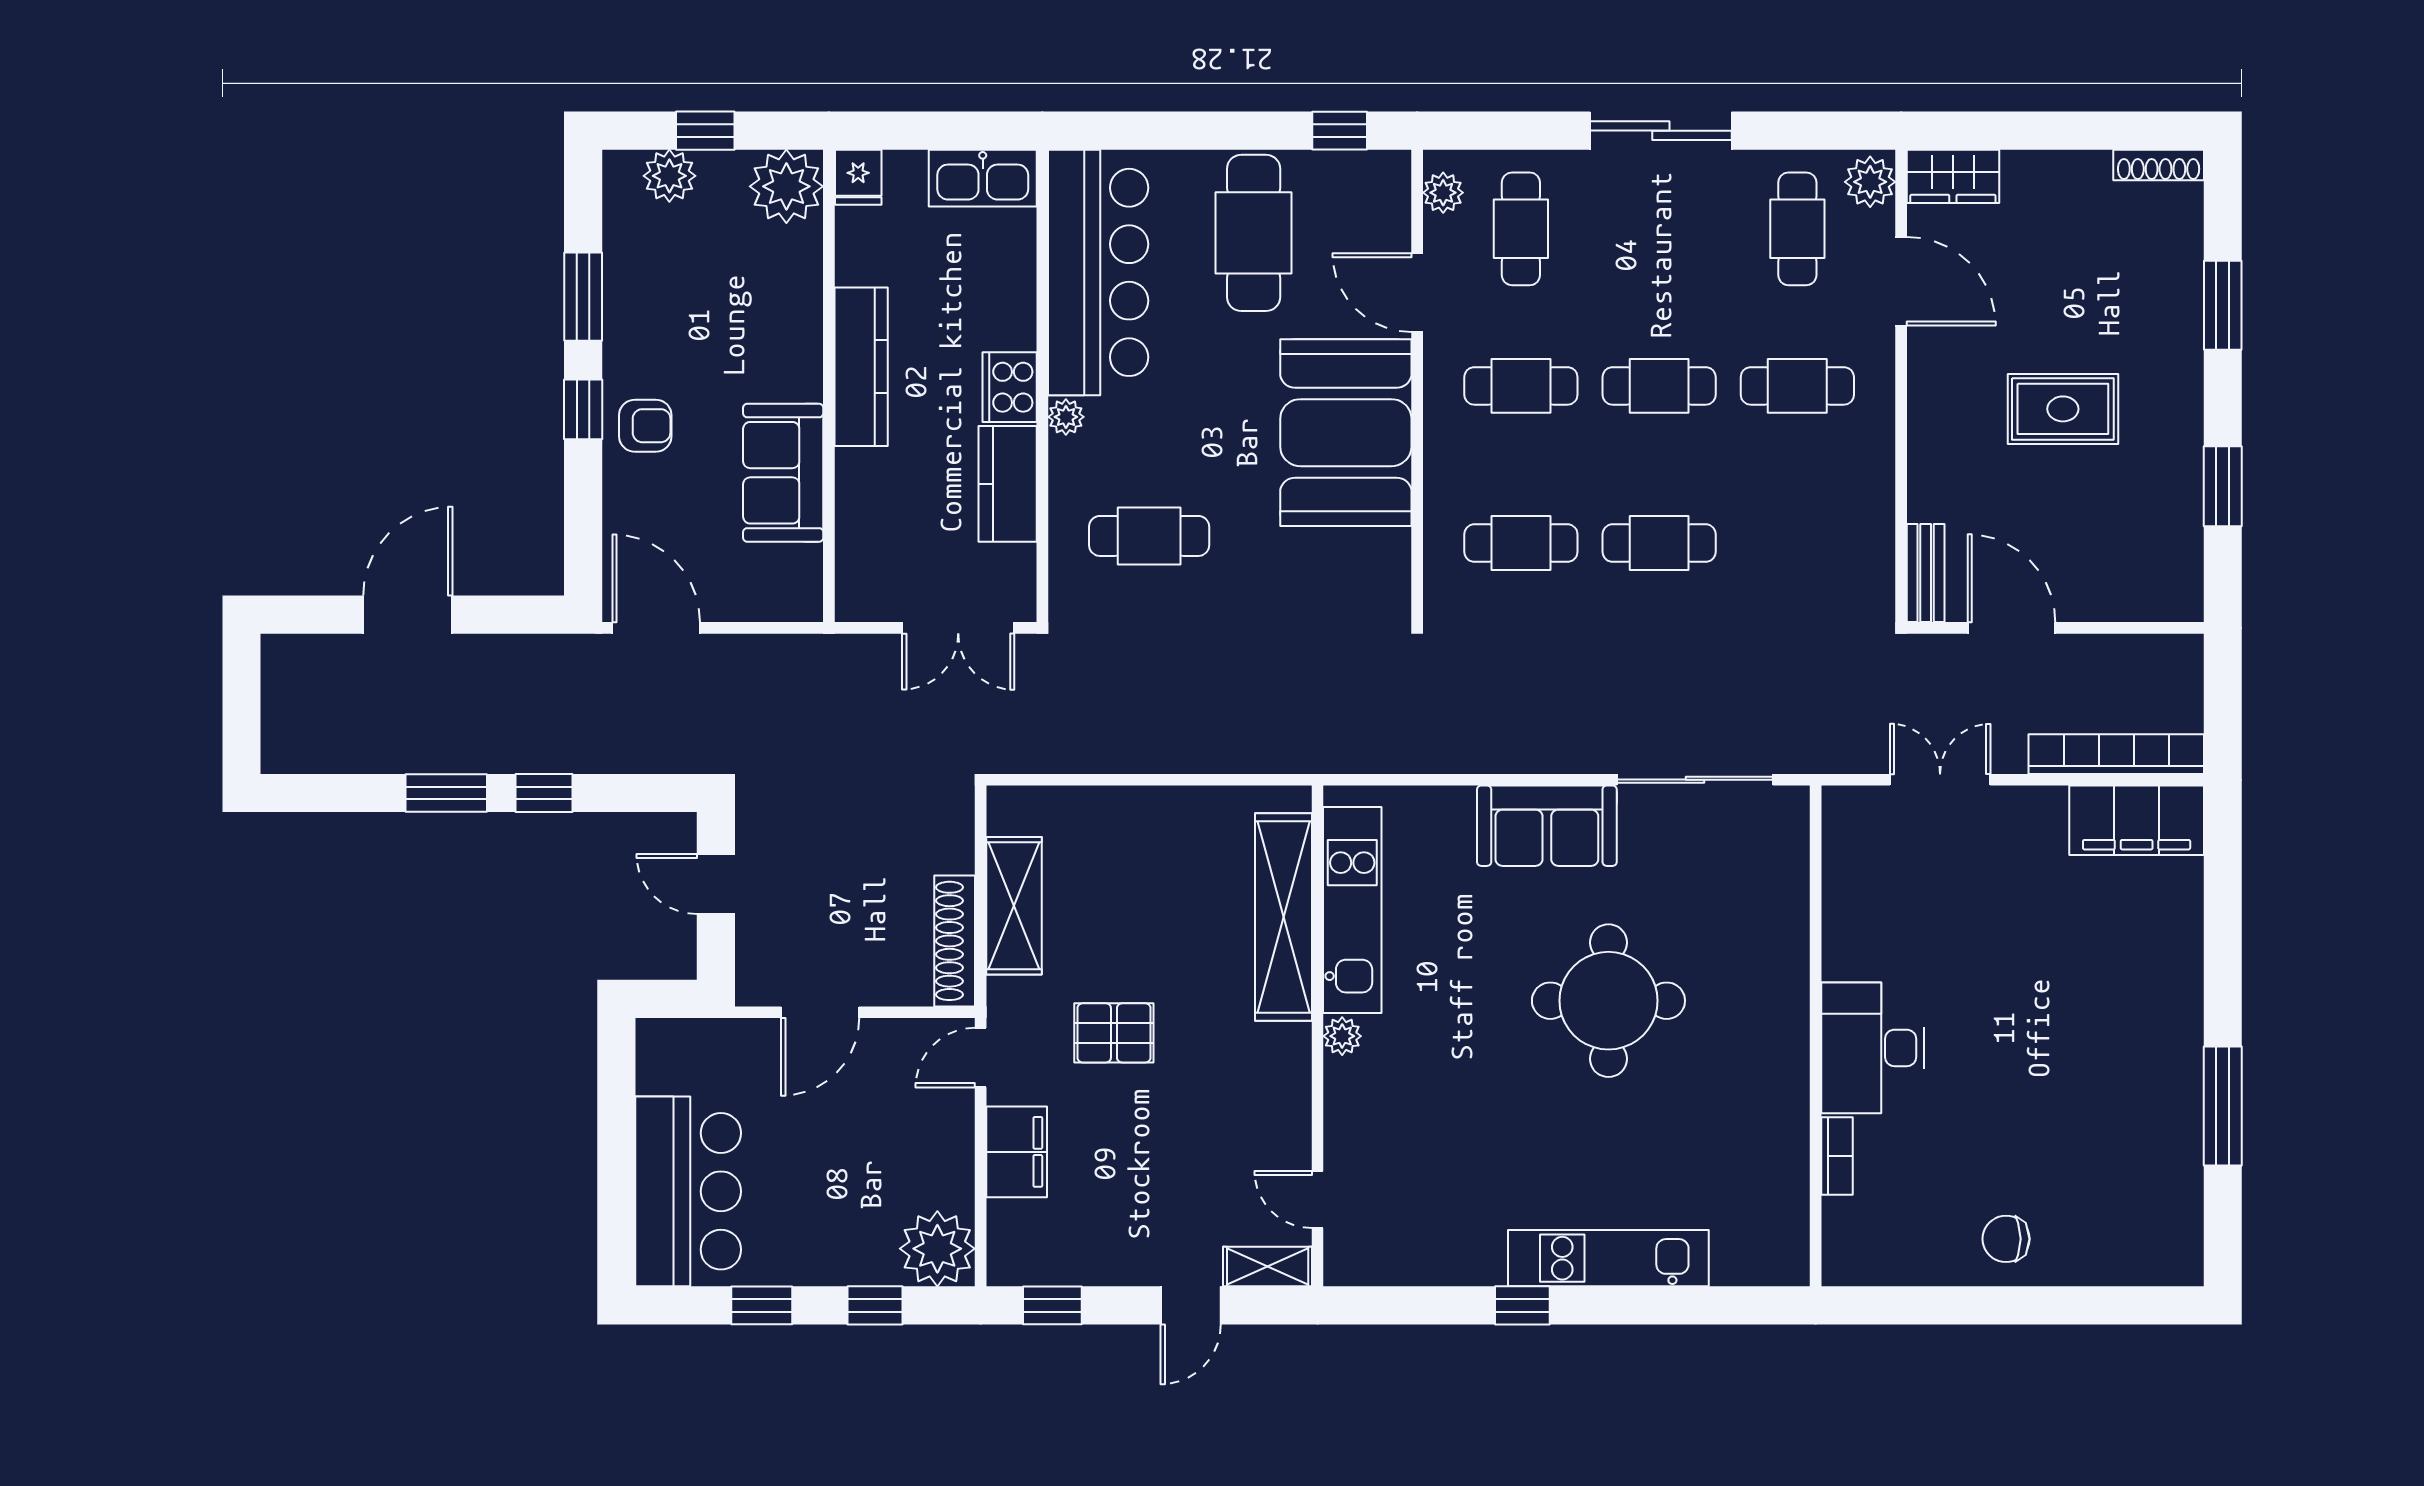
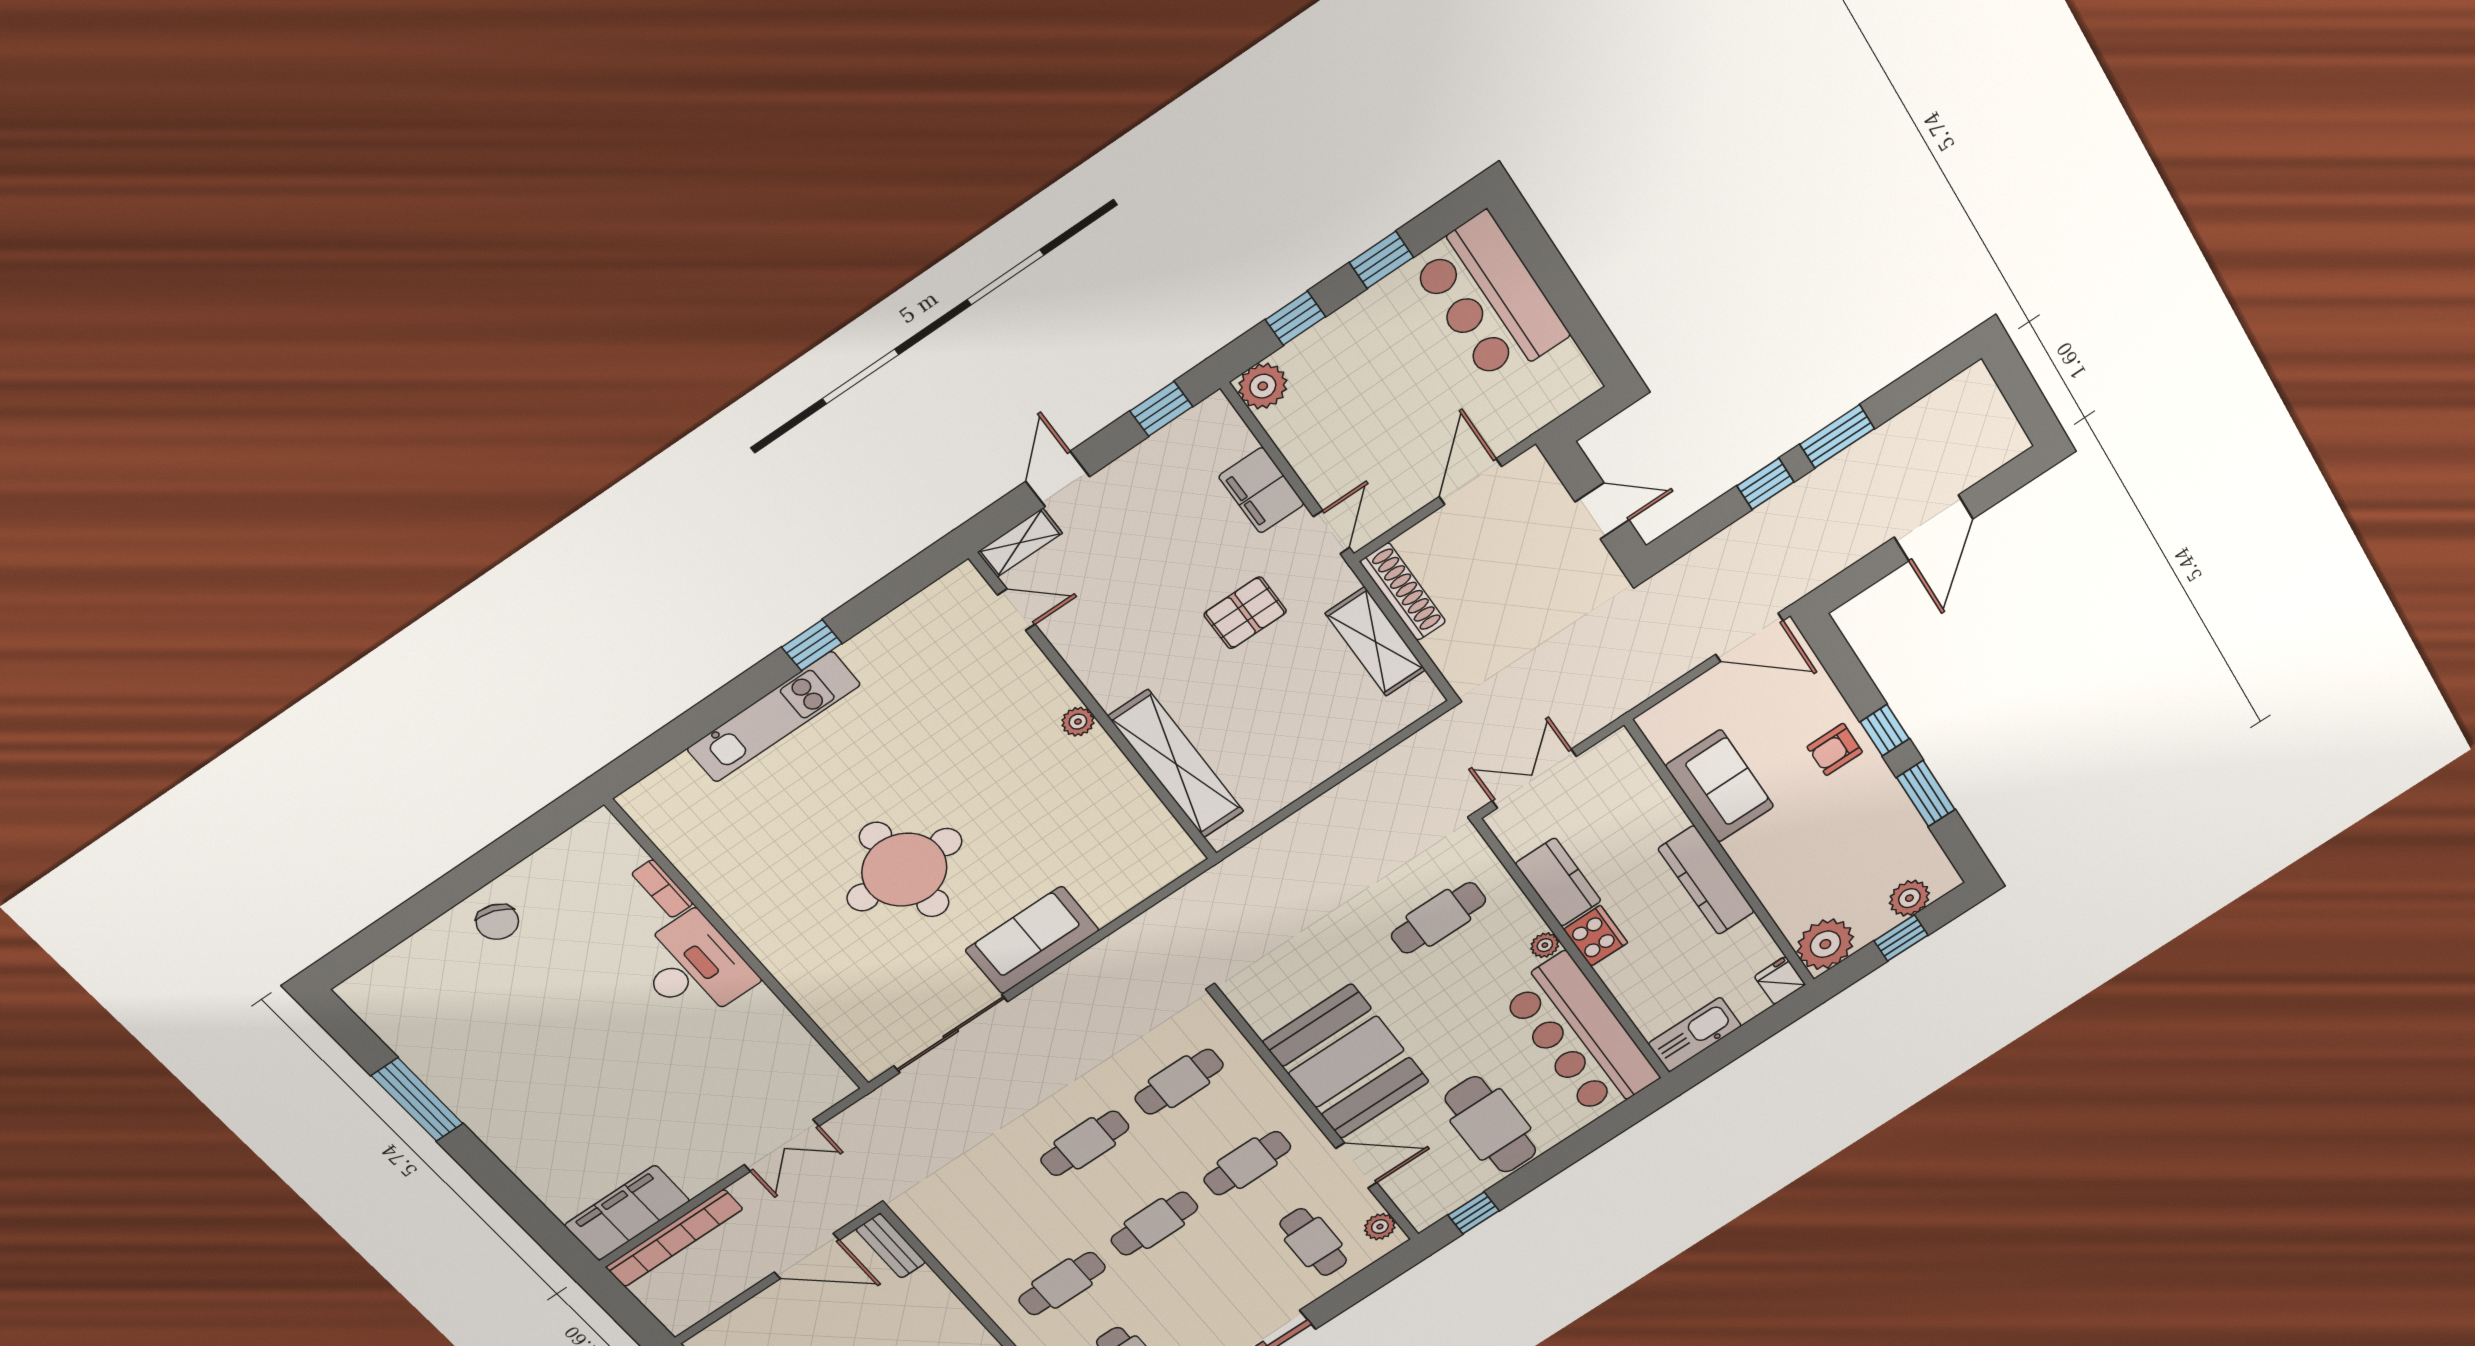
kitchen unit: (1352, 910) -> (1130, 801), removed
chair: (2006, 1239) -> (497, 922), turned 111
plant: (937, 1249) -> (1263, 386), width x0.73, depth x0.73

